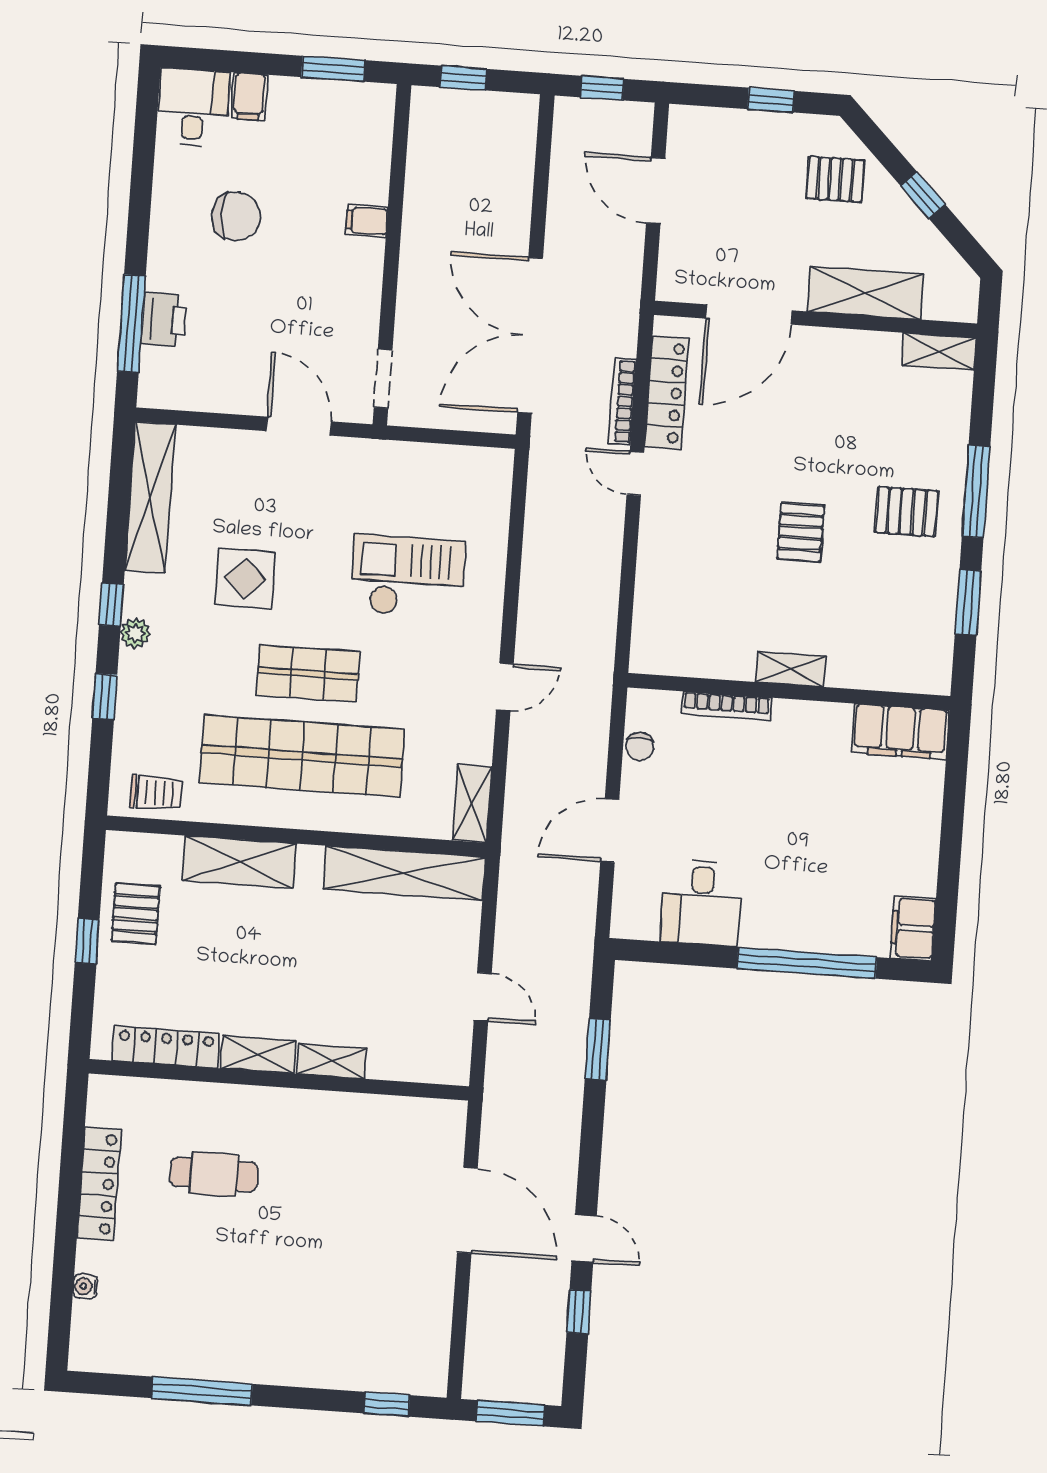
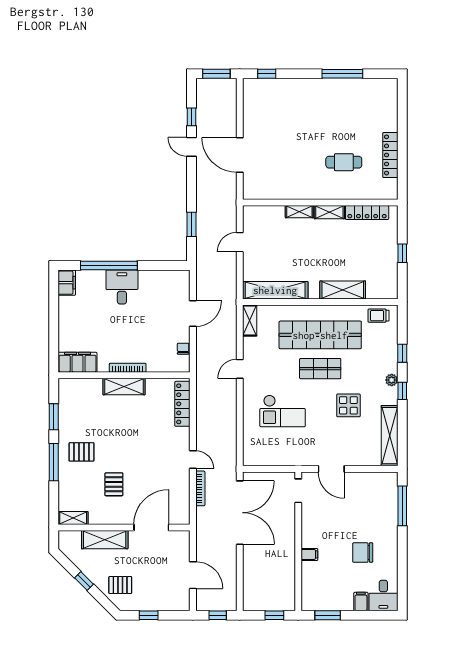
printer: (164, 320) -> (389, 508), removed
locker: (667, 393) -> (182, 404), moved
pallet: (801, 532) -> (114, 484), moved
shelving: (791, 669) -> (124, 387), width x1.50, depth x1.33
bookcase: (727, 706) -> (128, 368), moved
desk: (702, 902) -> (122, 287), moved
pallet: (136, 914) -> (383, 266), removed
door: (483, 997) -> (240, 242), hinge flipped
water cooler: (85, 1286) -> (393, 113), removed

